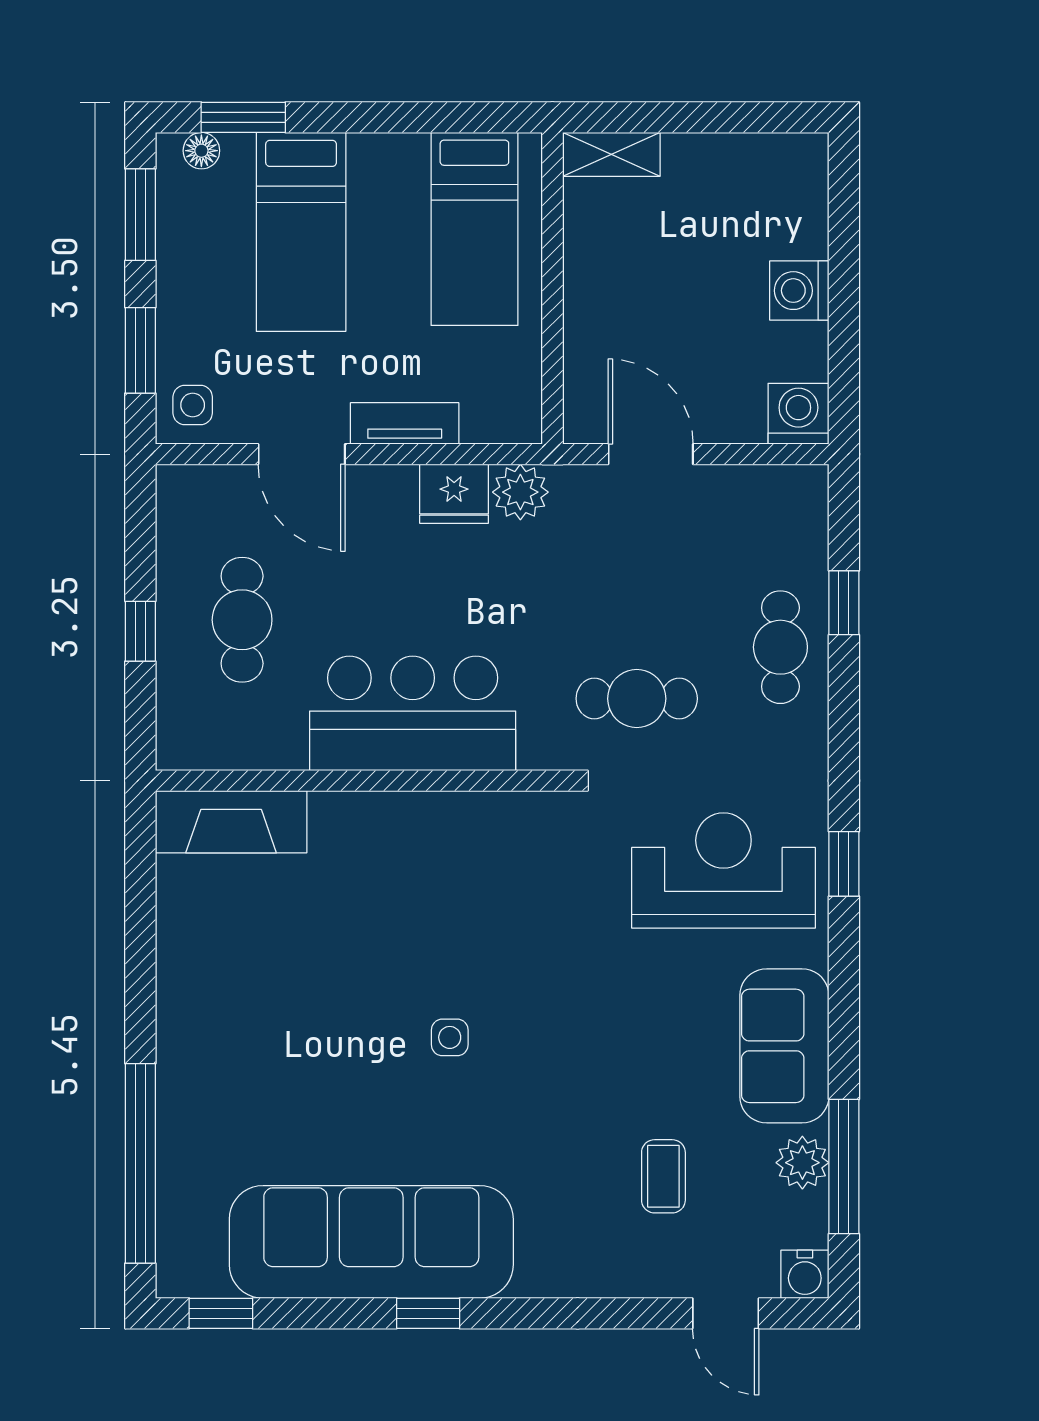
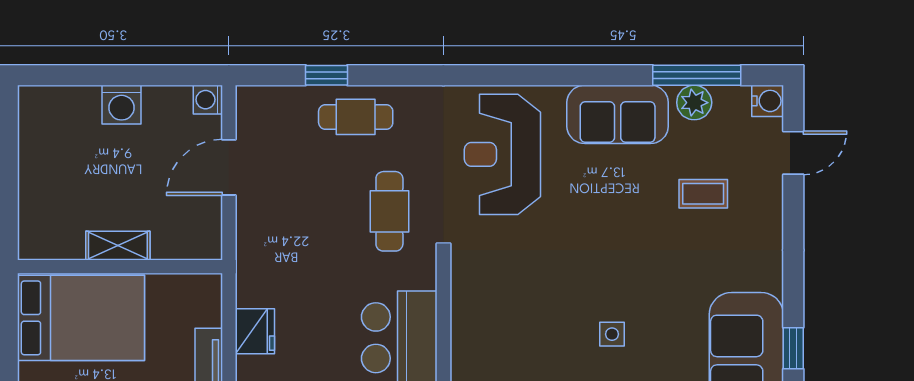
shelving: (611, 154) -> (118, 246), moved, turned 90
bed: (474, 229) -> (81, 318), width x1.50
washing machine: (798, 414) -> (208, 100), width x0.73, depth x0.73
door: (651, 454) -> (229, 167), moved
plant: (520, 492) -> (254, 288), removed
window: (844, 864) -> (498, 75), removed

